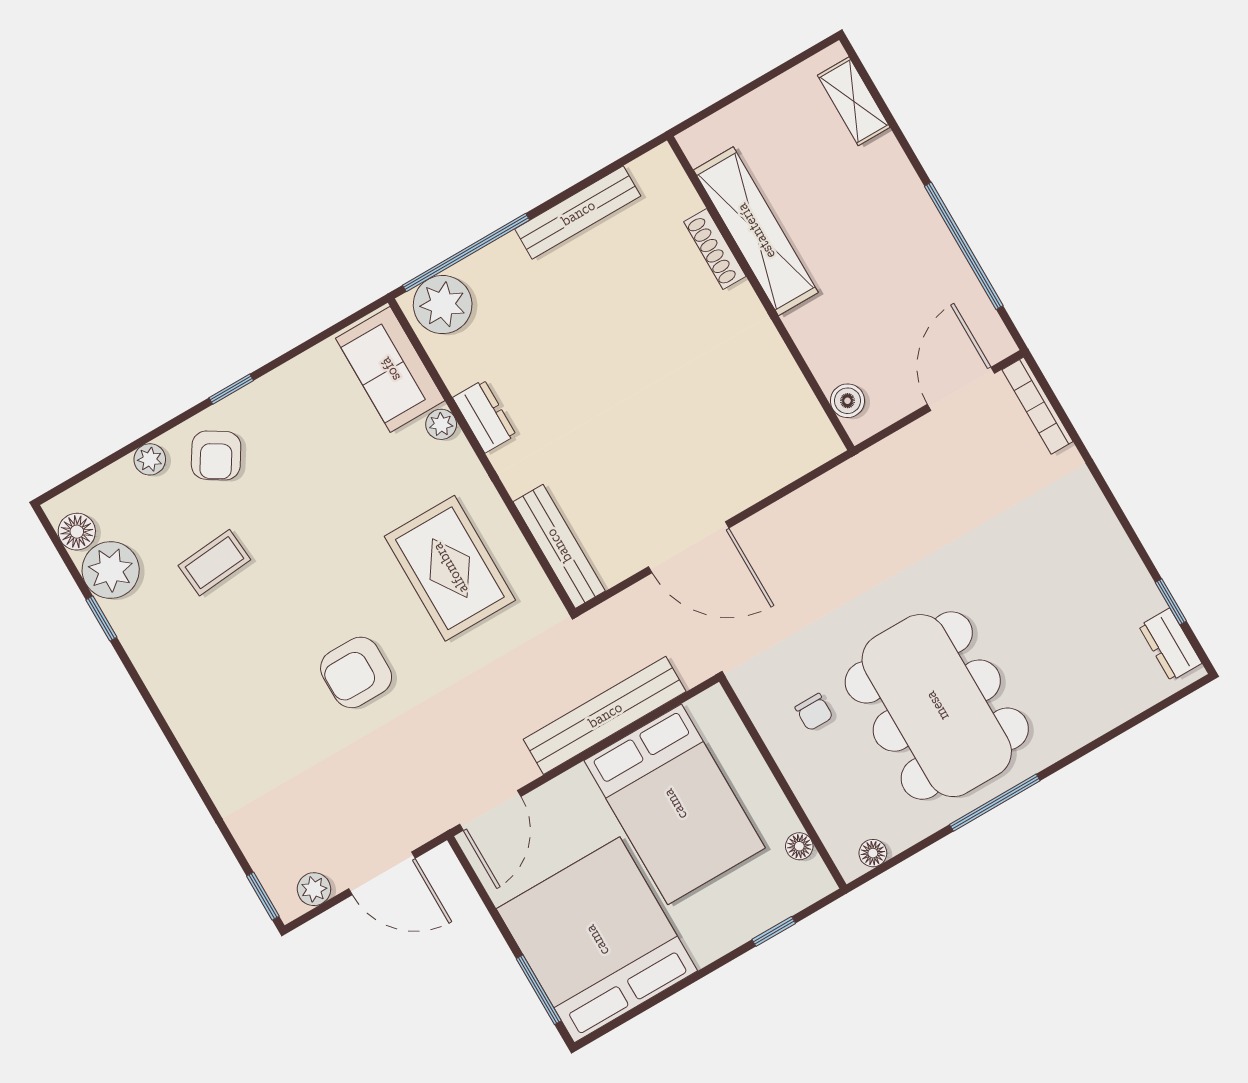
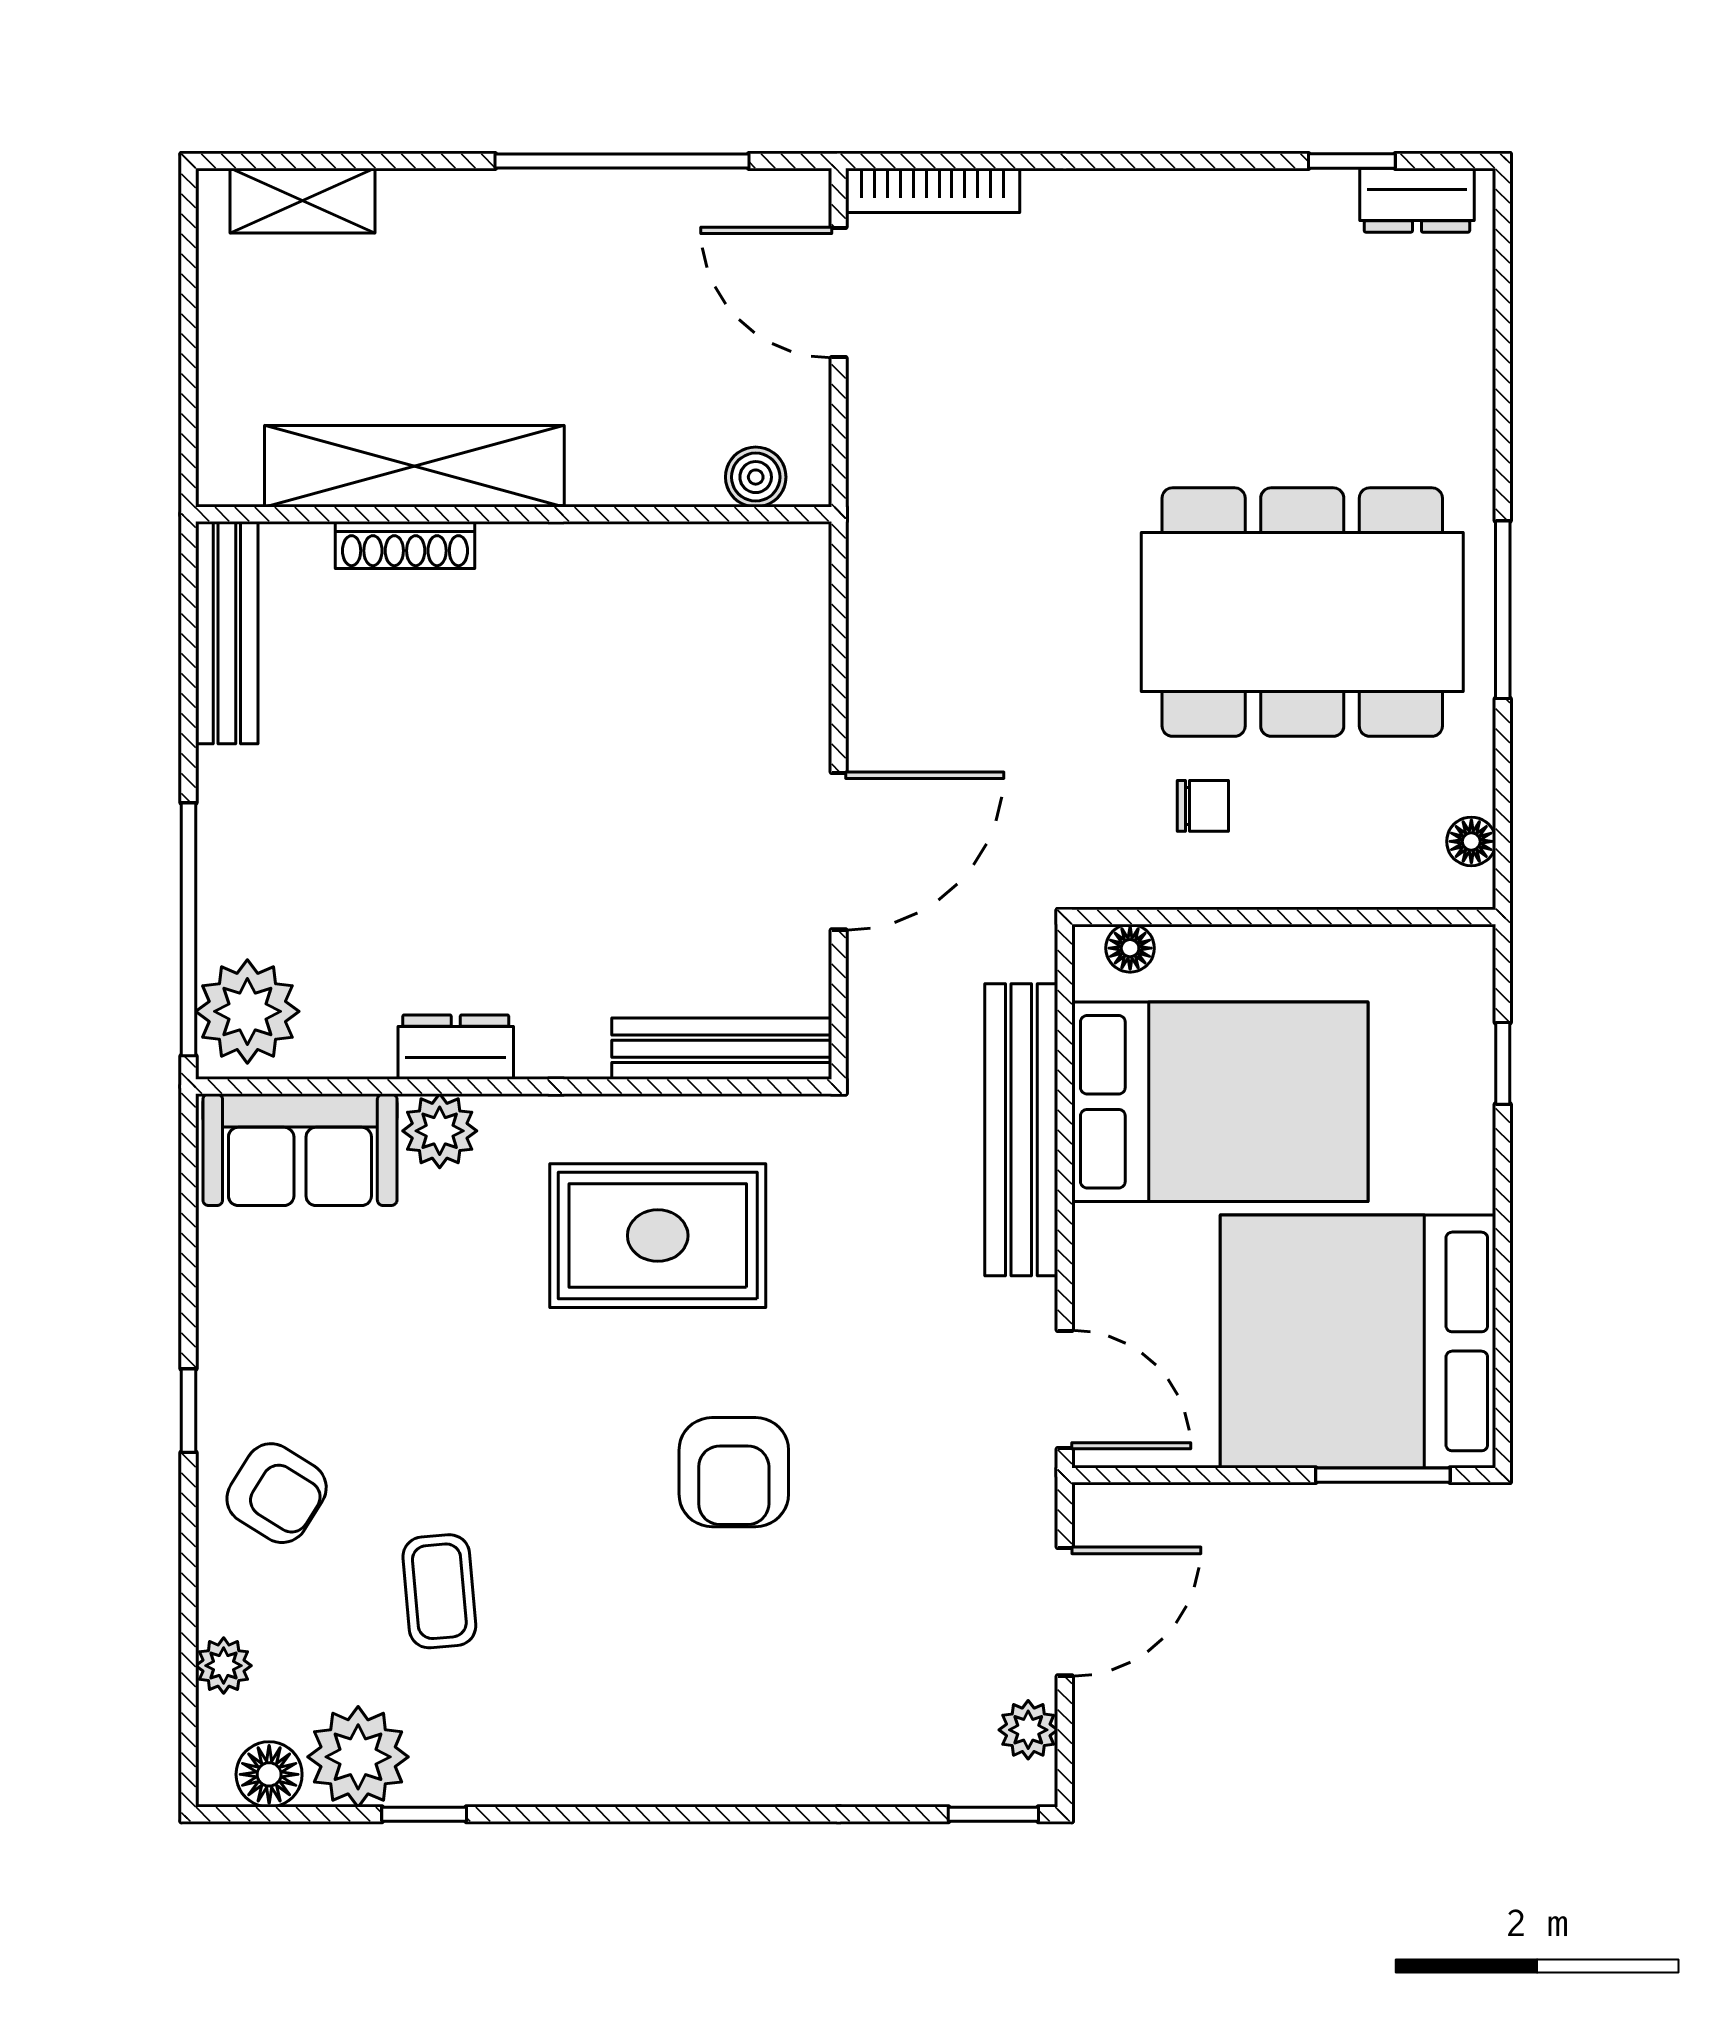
bench: (578, 213) -> (227, 633), moved
plant: (441, 424) -> (440, 1131), width x1.38, depth x1.38
plant: (150, 459) -> (224, 1666), moved
floor lamp: (799, 846) -> (1130, 948), moved

